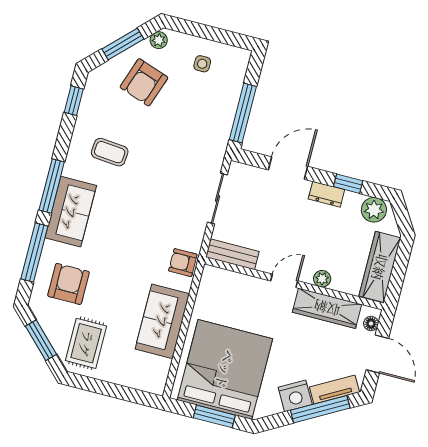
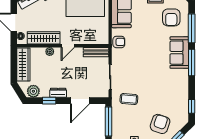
coffee table: (110, 152) -> (129, 99), moved

